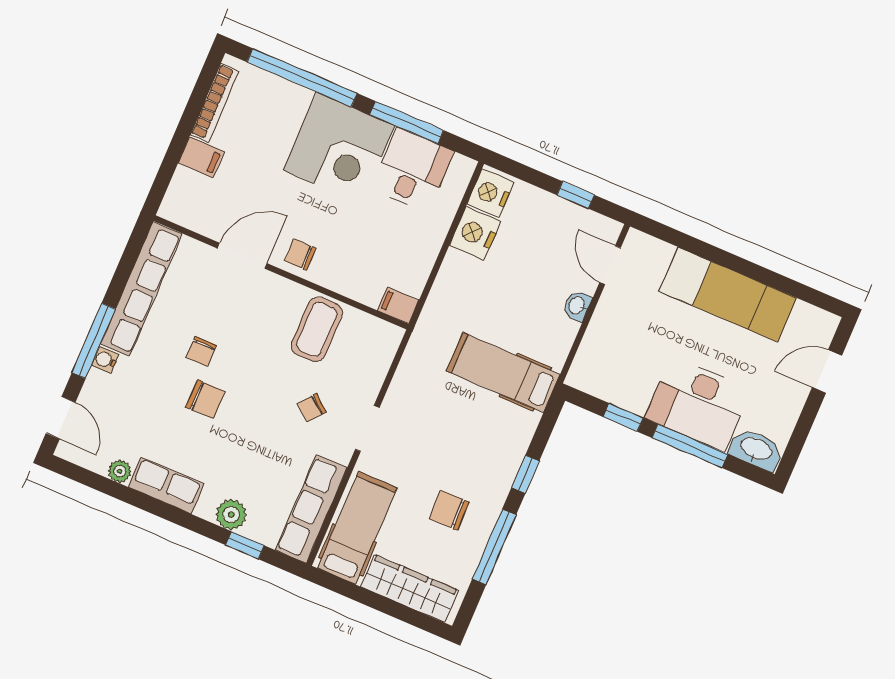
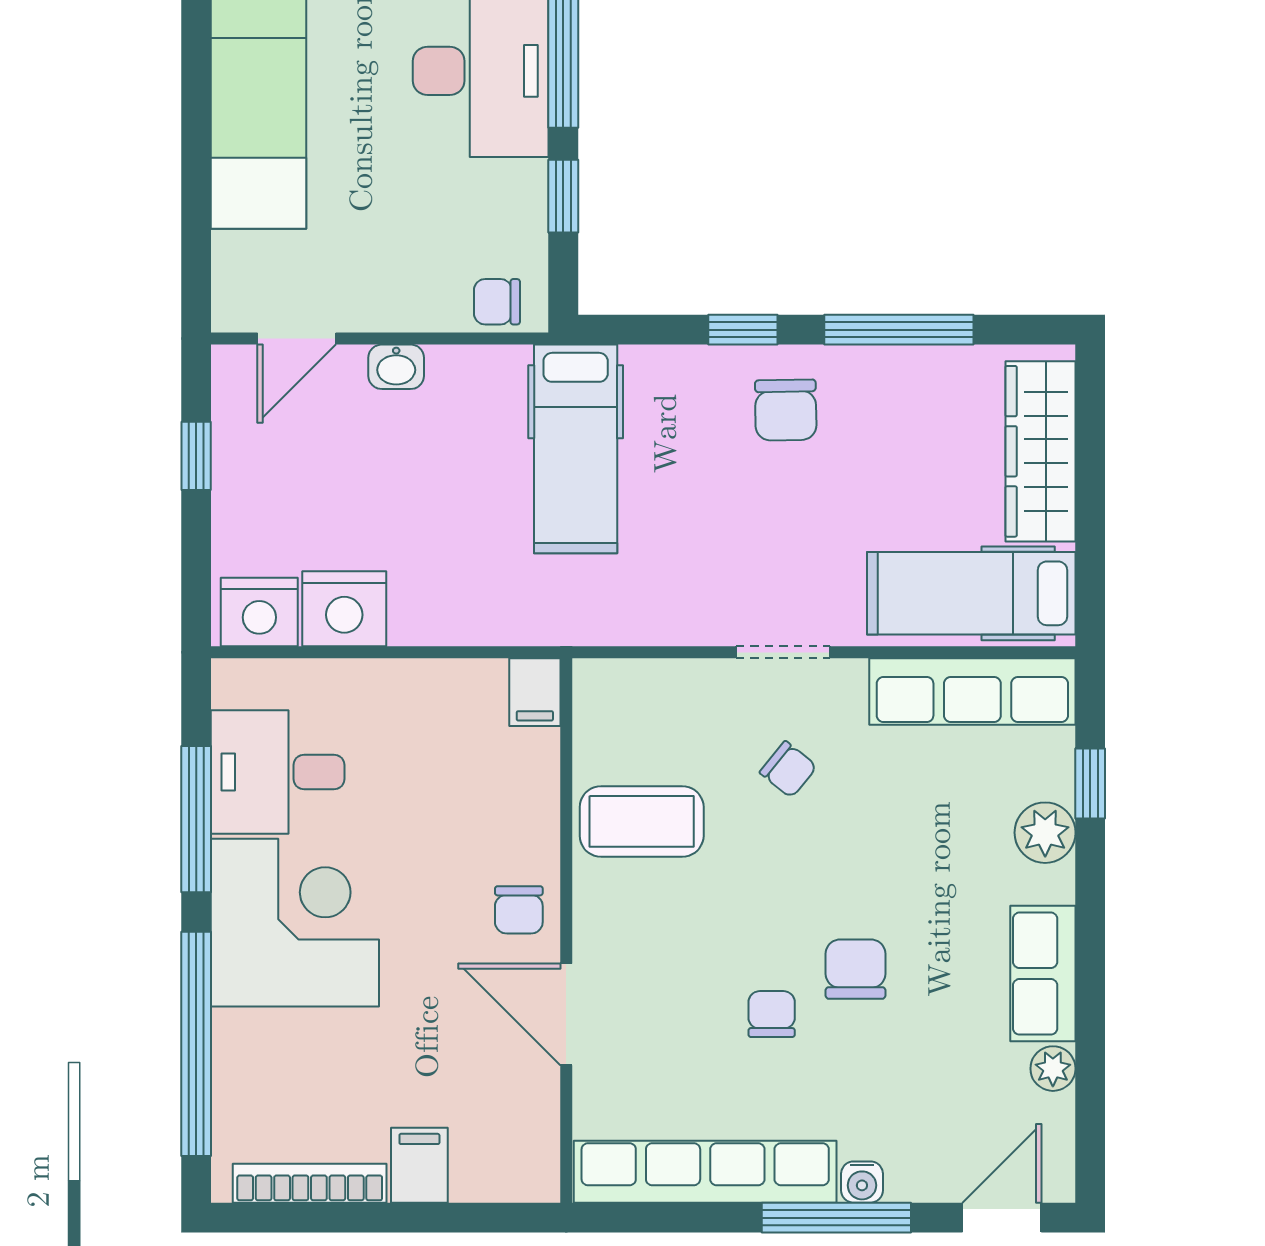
chair: (201, 351) -> (772, 1014), turned -90
chair: (587, 366) -> (497, 302), added
chair: (449, 510) -> (786, 410), moved

